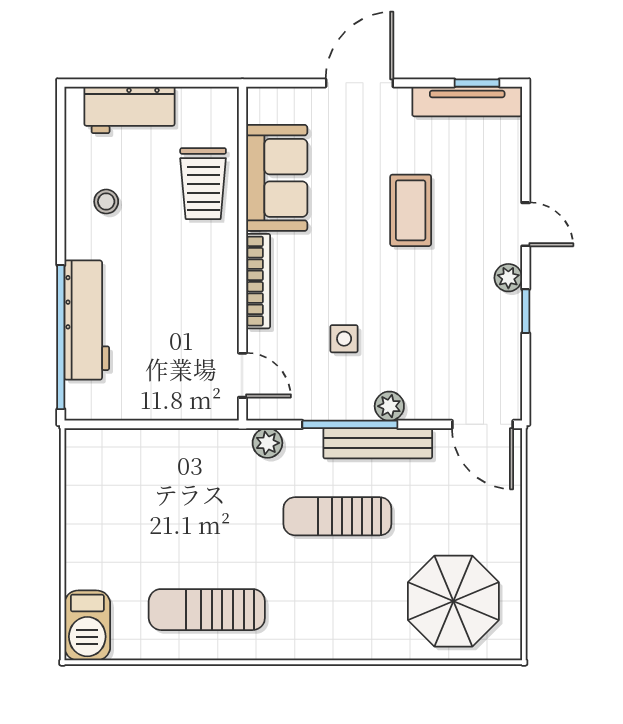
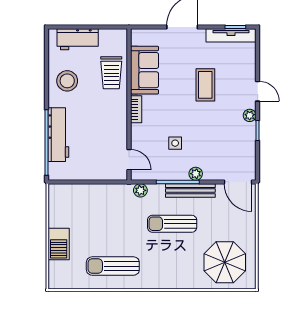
stool: (106, 202) -> (67, 81), width x1.89, depth x1.89
bookcase: (258, 281) -> (136, 109), width x0.64
barbecue: (87, 625) -> (59, 244), moved

